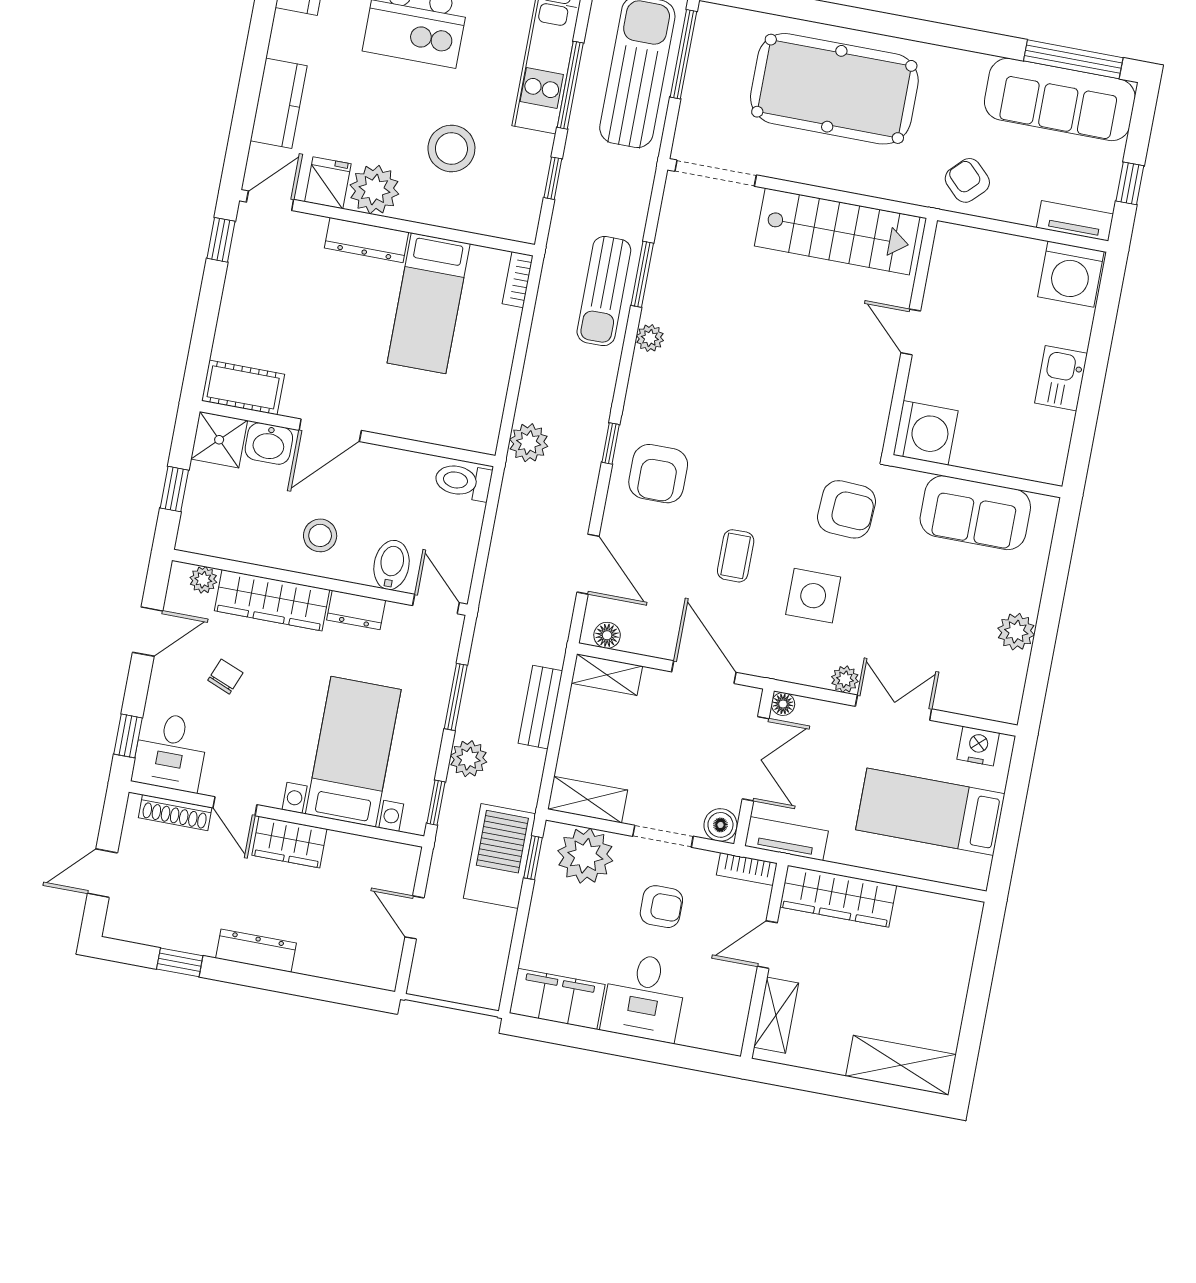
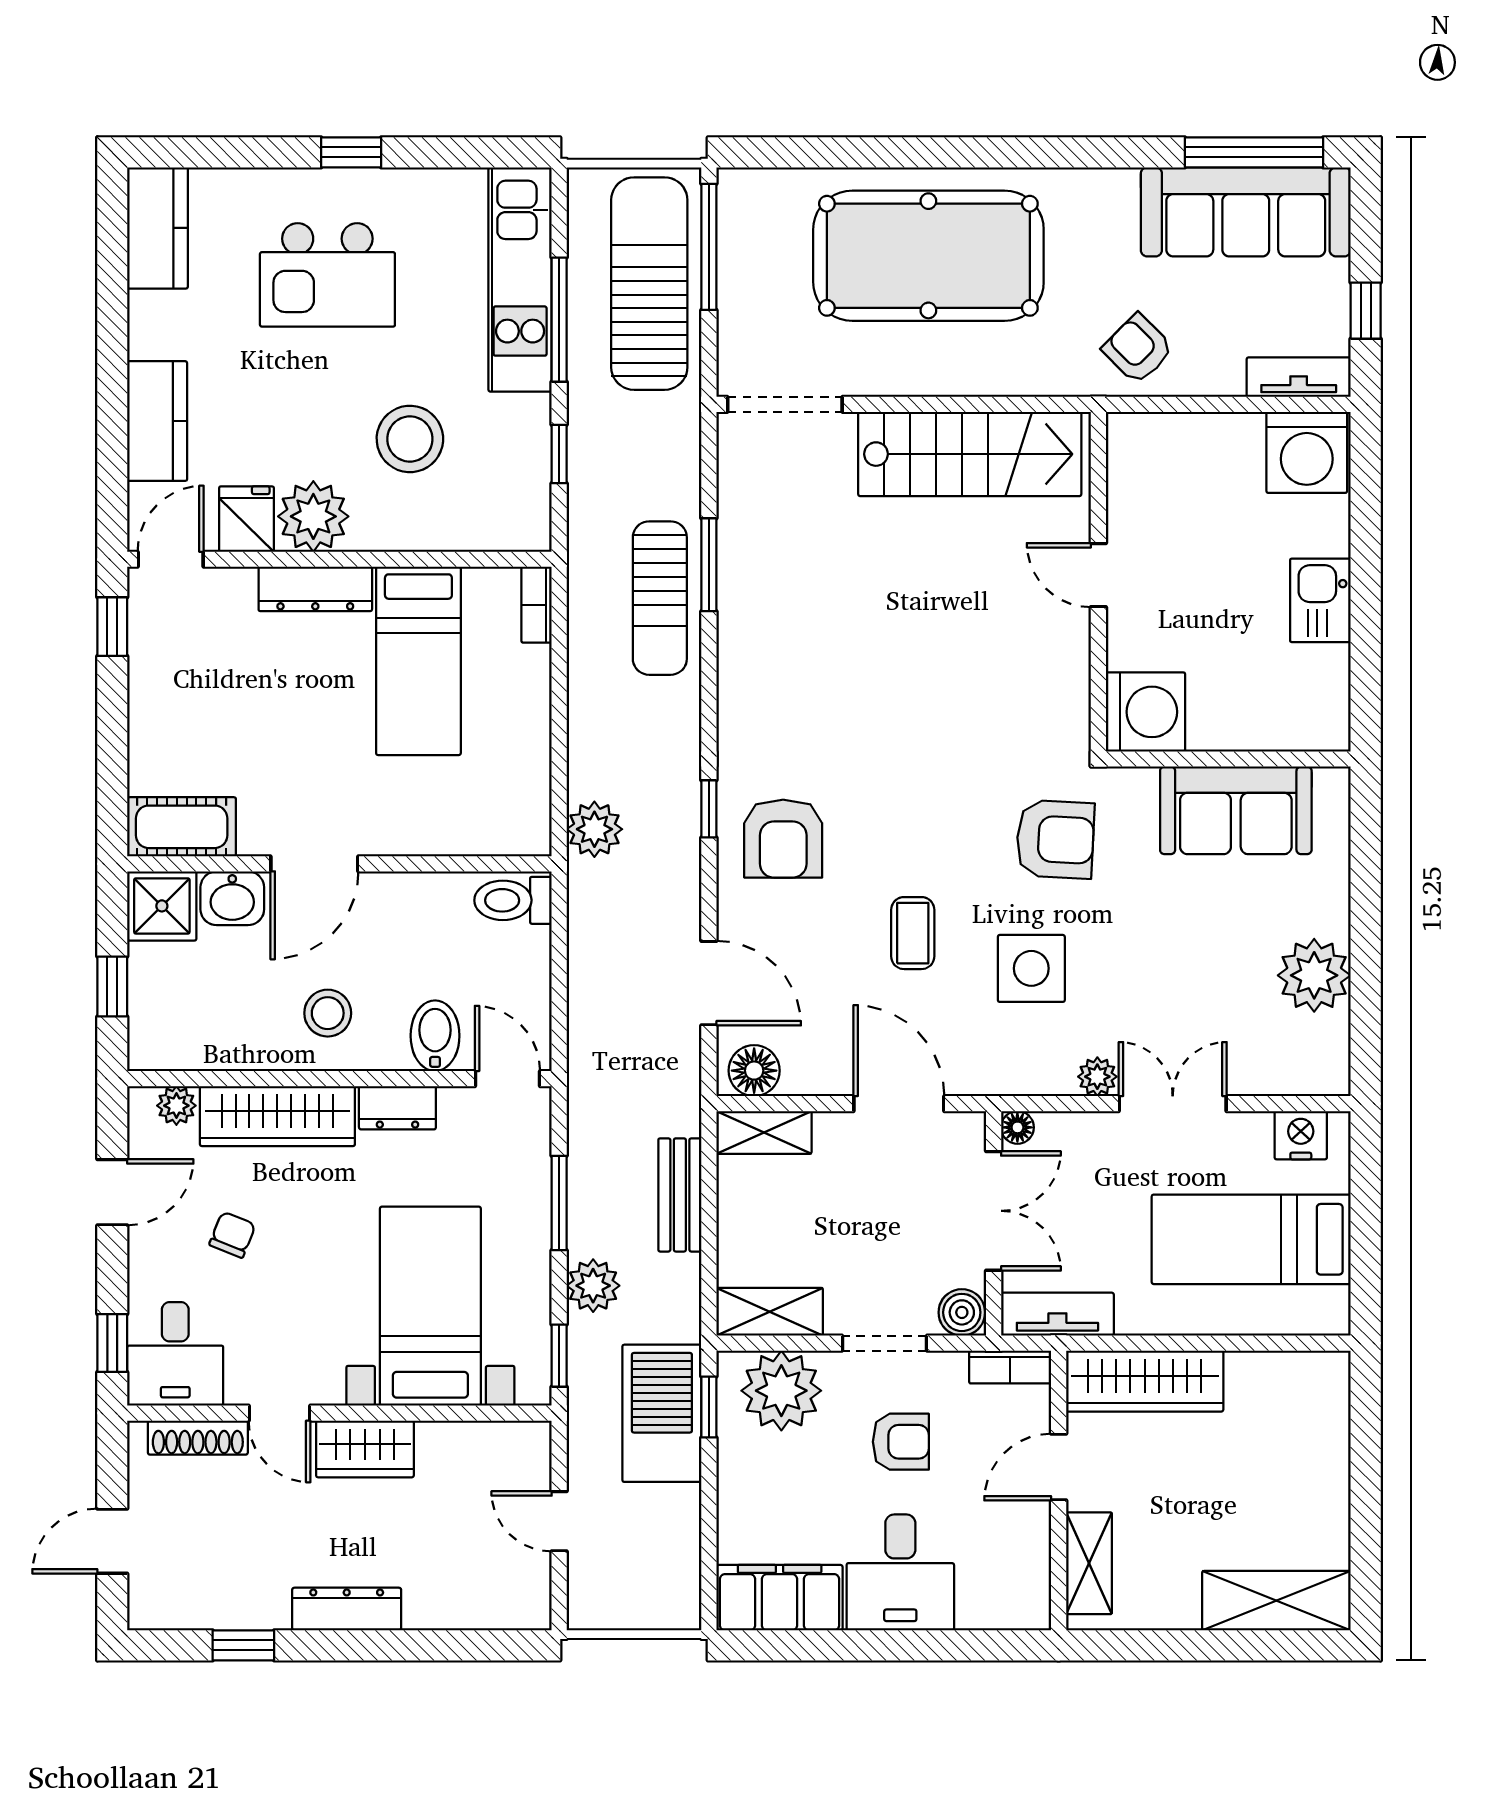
plant: (650, 338) -> (736, 652), removed
plant: (1016, 632) -> (1314, 975), width x1.36, depth x1.36
floor lamp: (607, 635) -> (754, 1071), width x1.37, depth x1.37

